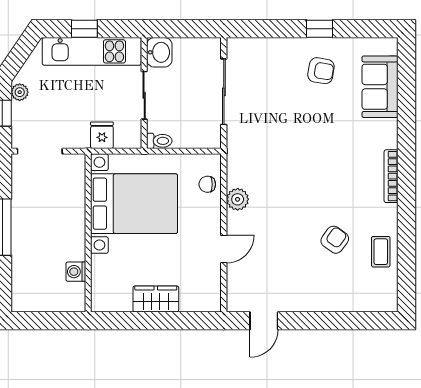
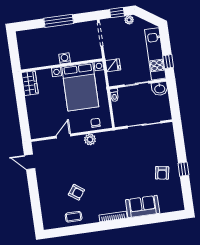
window: (84, 29) -> (168, 61), moved
sofa: (380, 87) -> (143, 207), moved
door: (224, 249) -> (63, 136), swing flipped
washing machine: (76, 272) -> (65, 58), moved
wardrobe: (156, 299) -> (30, 83), moved

